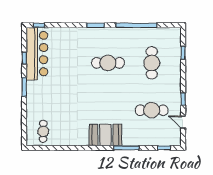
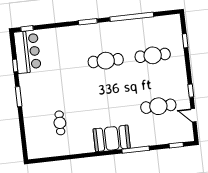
bar counter: (37, 54) -> (27, 52), width x0.73
cafe table: (152, 63) -> (153, 55), turned 90
cafe table: (43, 131) -> (60, 123), moved

